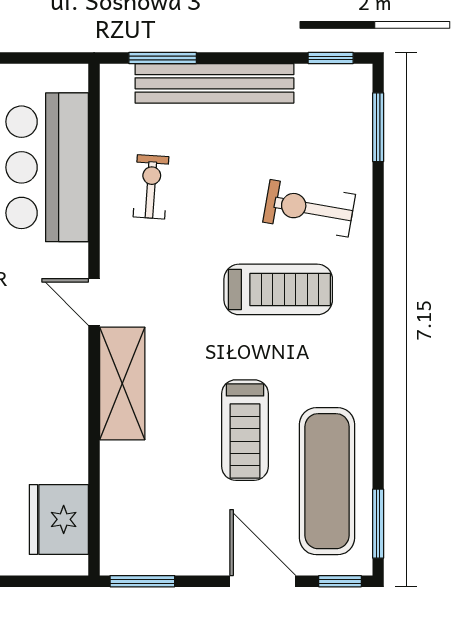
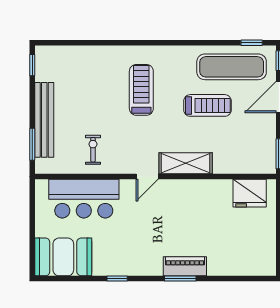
window: (378, 127) -> (65, 43), removed
exercise bike: (151, 187) -> (93, 150), turned 86
exercise bike: (309, 208) -> (103, 75), removed
window: (378, 524) -> (252, 43), width x0.67

